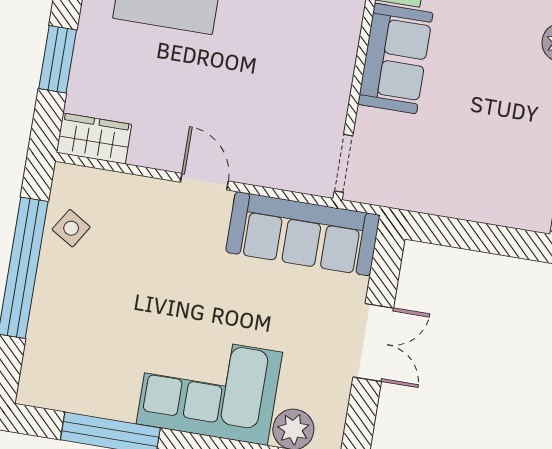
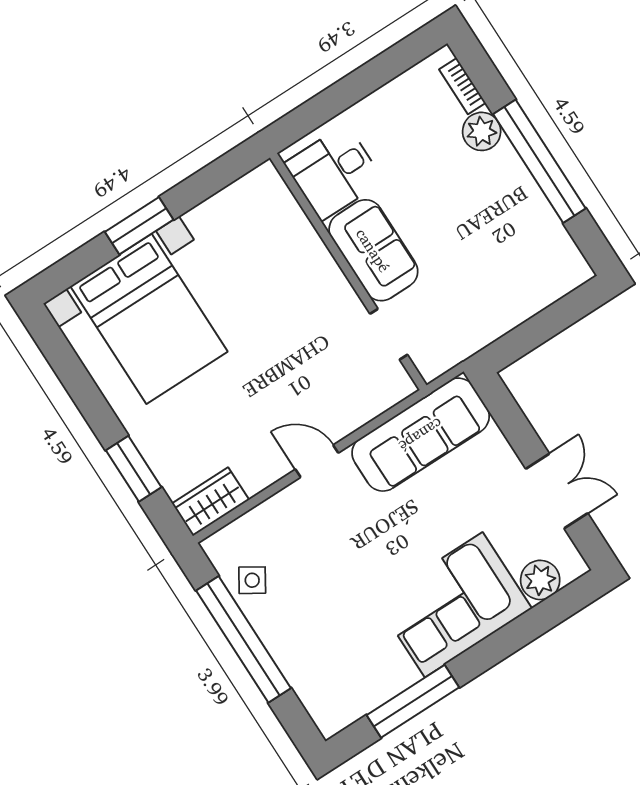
doorway: (344, 163) -> (389, 334), moved
double door: (373, 342) -> (557, 491), moved

